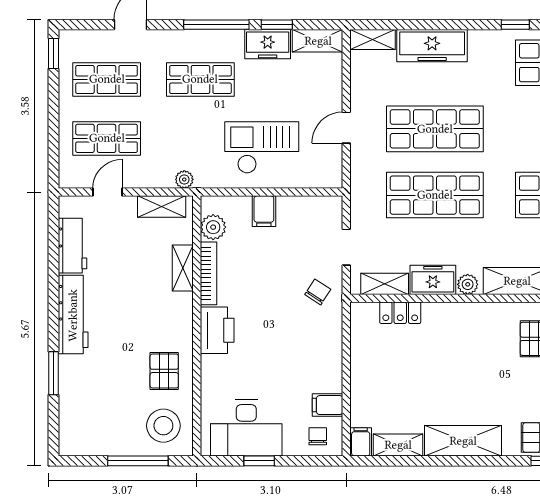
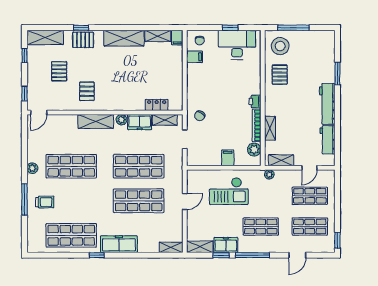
freezer: (432, 46) -> (119, 244), moved
printer: (217, 330) -> (255, 101), width x0.53, depth x0.68

